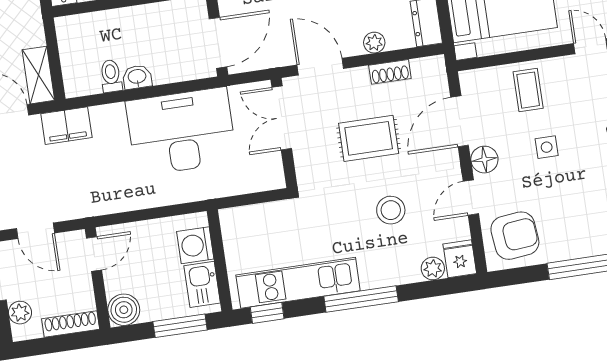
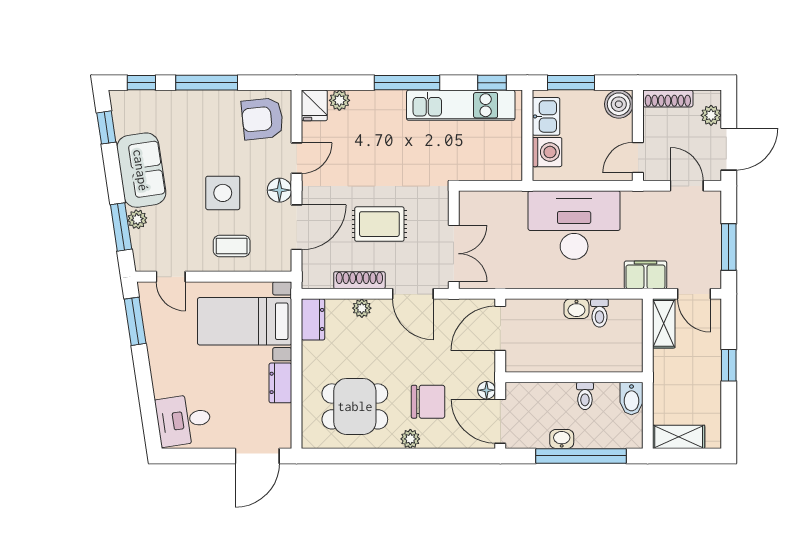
shoe rack: (390, 72) -> (359, 280), width x1.43
coffee table: (528, 90) -> (232, 246), turned 90
desk: (181, 132) -> (574, 225), moved, turned 180
side table: (547, 147) -> (223, 193), width x1.87, depth x1.87
stool: (391, 210) -> (369, 158), removed

